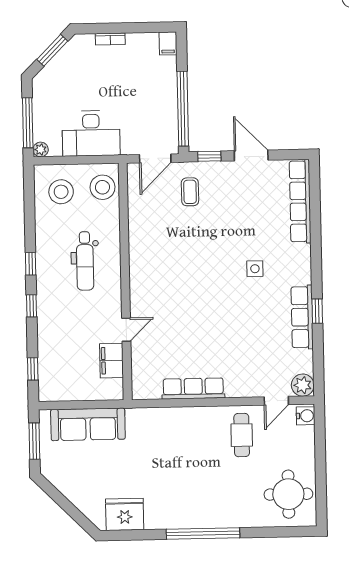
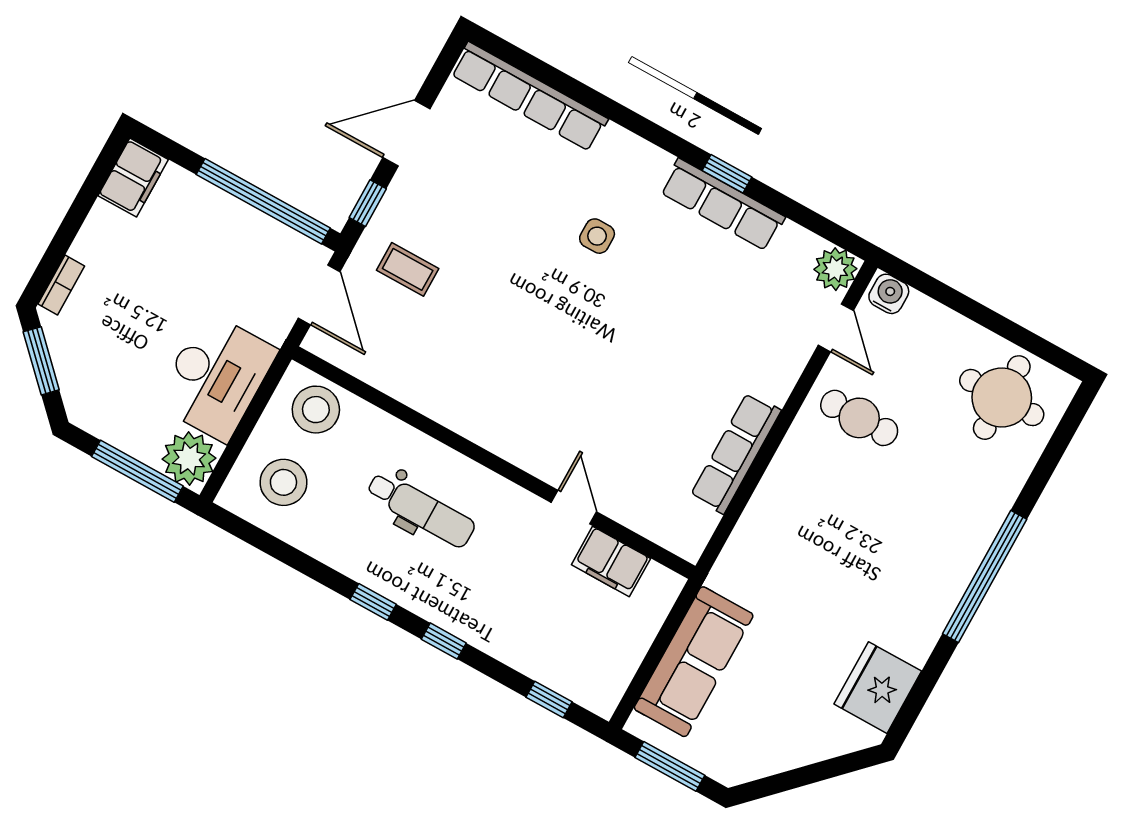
bookcase: (110, 39) -> (61, 285), moved
filing cabinet: (168, 43) -> (133, 178), width x2.00
plant: (41, 149) -> (189, 459), width x1.88, depth x1.88

